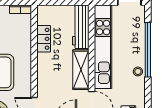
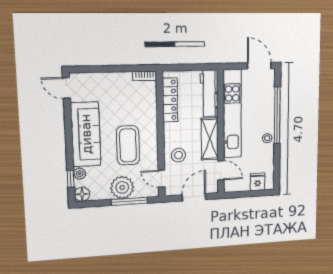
locker: (44, 39) -> (170, 100), width x1.53
stool: (51, 84) -> (178, 155), added

